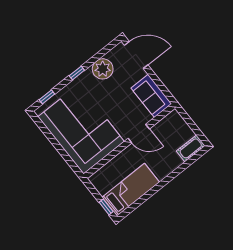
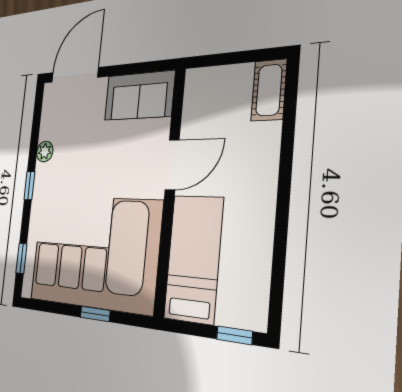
plant: (103, 69) -> (45, 152), width x0.53, depth x0.53
window: (61, 151) -> (95, 314), added
bed: (131, 190) -> (193, 259), moved

